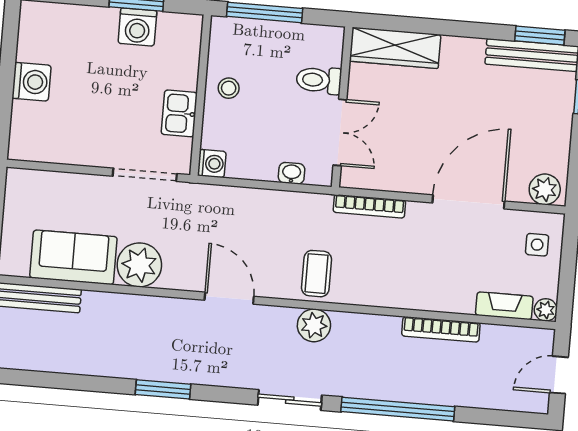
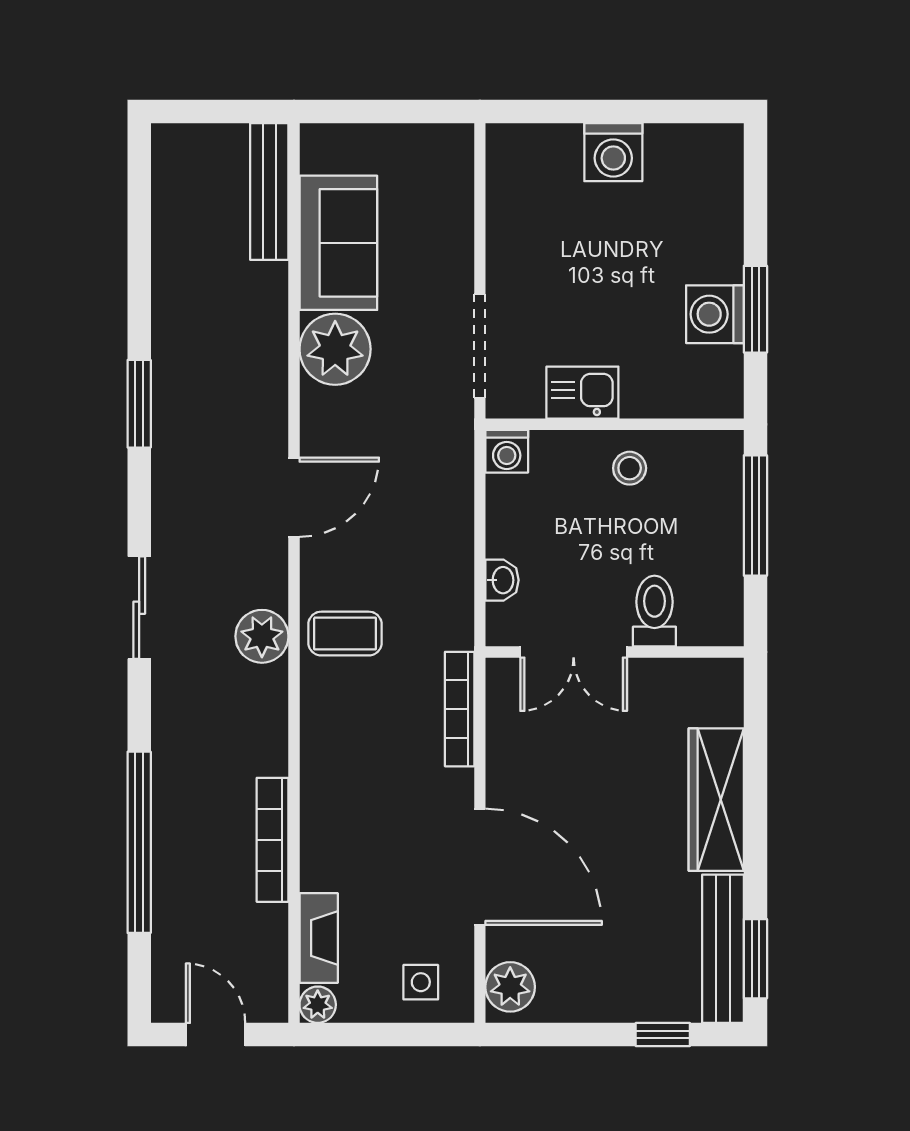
wardrobe: (395, 48) -> (716, 800), moved
window: (398, 409) -> (139, 842), moved

